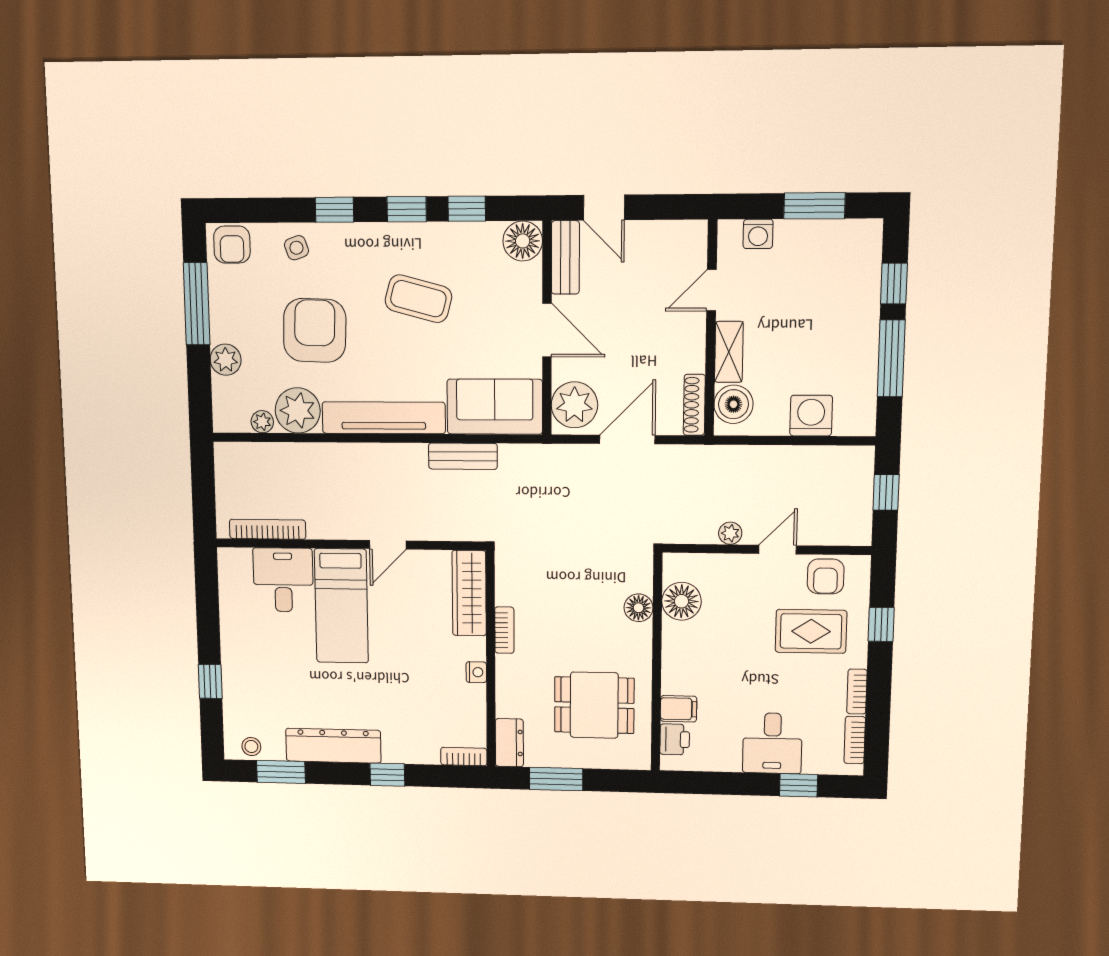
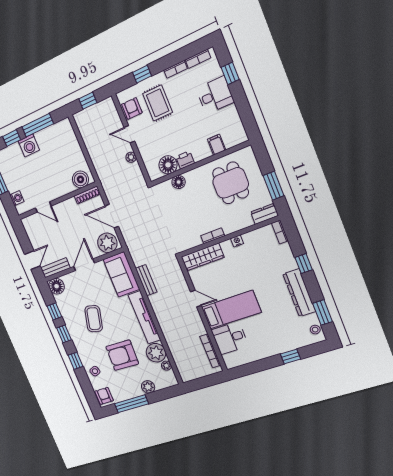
armchair: (232, 245) -> (104, 396), turned -90
shelving: (729, 352) -> (62, 190), removed
washing machine: (811, 416) -> (29, 145), moved, turned -90
armchair: (826, 576) -> (132, 108), turned -90
printer: (675, 739) -> (185, 160), moved

